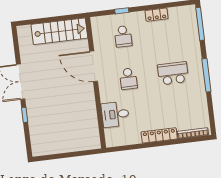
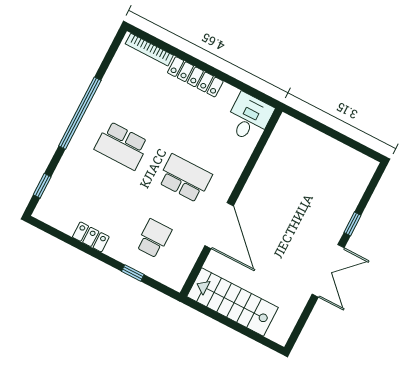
window: (200, 24) -> (42, 186), width x0.46
window: (206, 75) -> (80, 113), width x1.46
school desk: (128, 79) -> (185, 178), width x1.85
desk: (115, 114) -> (249, 118), moved, turned -90

